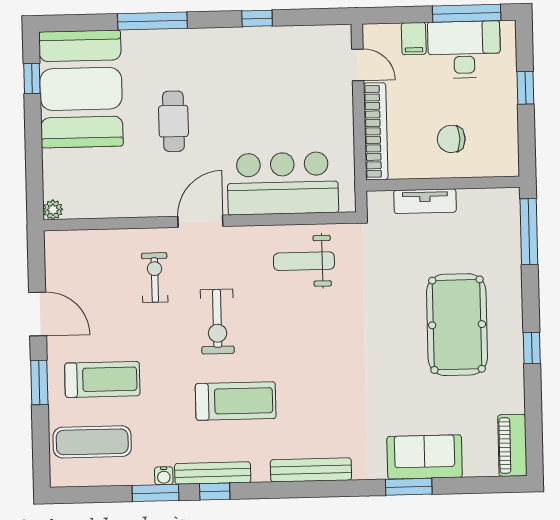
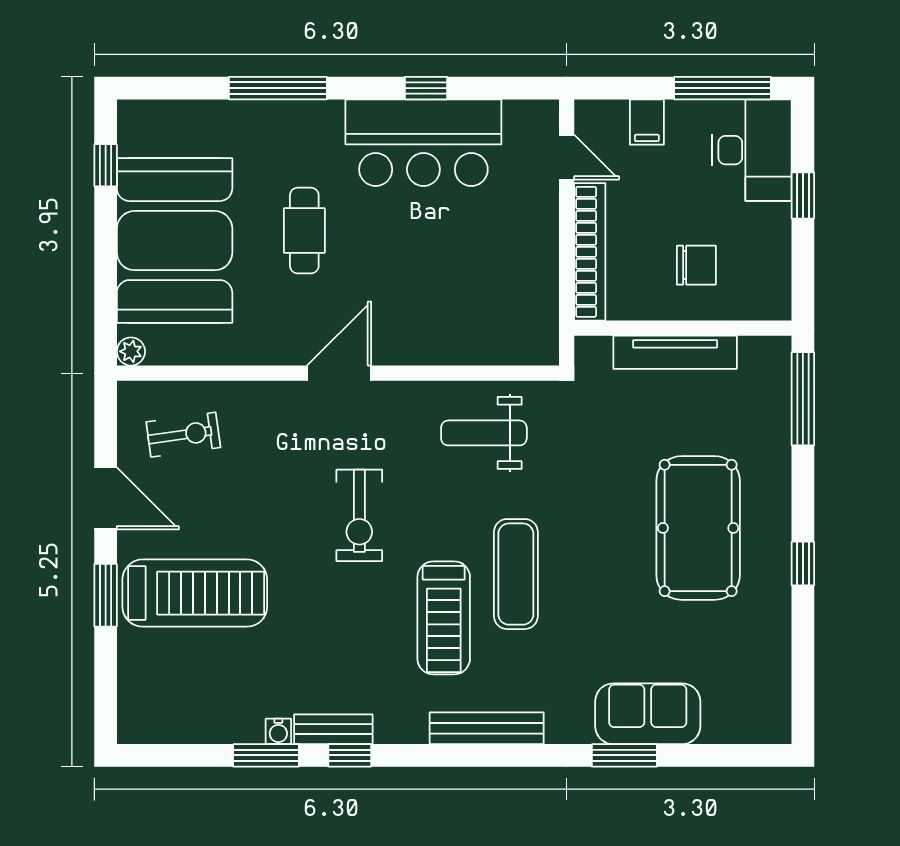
desk: (464, 50) -> (752, 150), moved, turned 90
booth: (81, 89) -> (175, 241), moved
chair: (451, 139) -> (696, 265), turned 180
bar counter: (283, 183) -> (423, 143), moved, turned 180
tv unit: (425, 201) -> (675, 352), width x1.41
exercise bike: (155, 278) -> (183, 435), moved, turned 82
treadmill: (102, 379) -> (195, 593), width x1.37, depth x1.38
treadmill: (236, 401) -> (444, 618), moved, turned 90
exercise mat: (92, 442) -> (516, 574), moved, turned 90
piano: (512, 445) -> (772, 700), removed
bench: (213, 473) -> (333, 729), width x0.73

